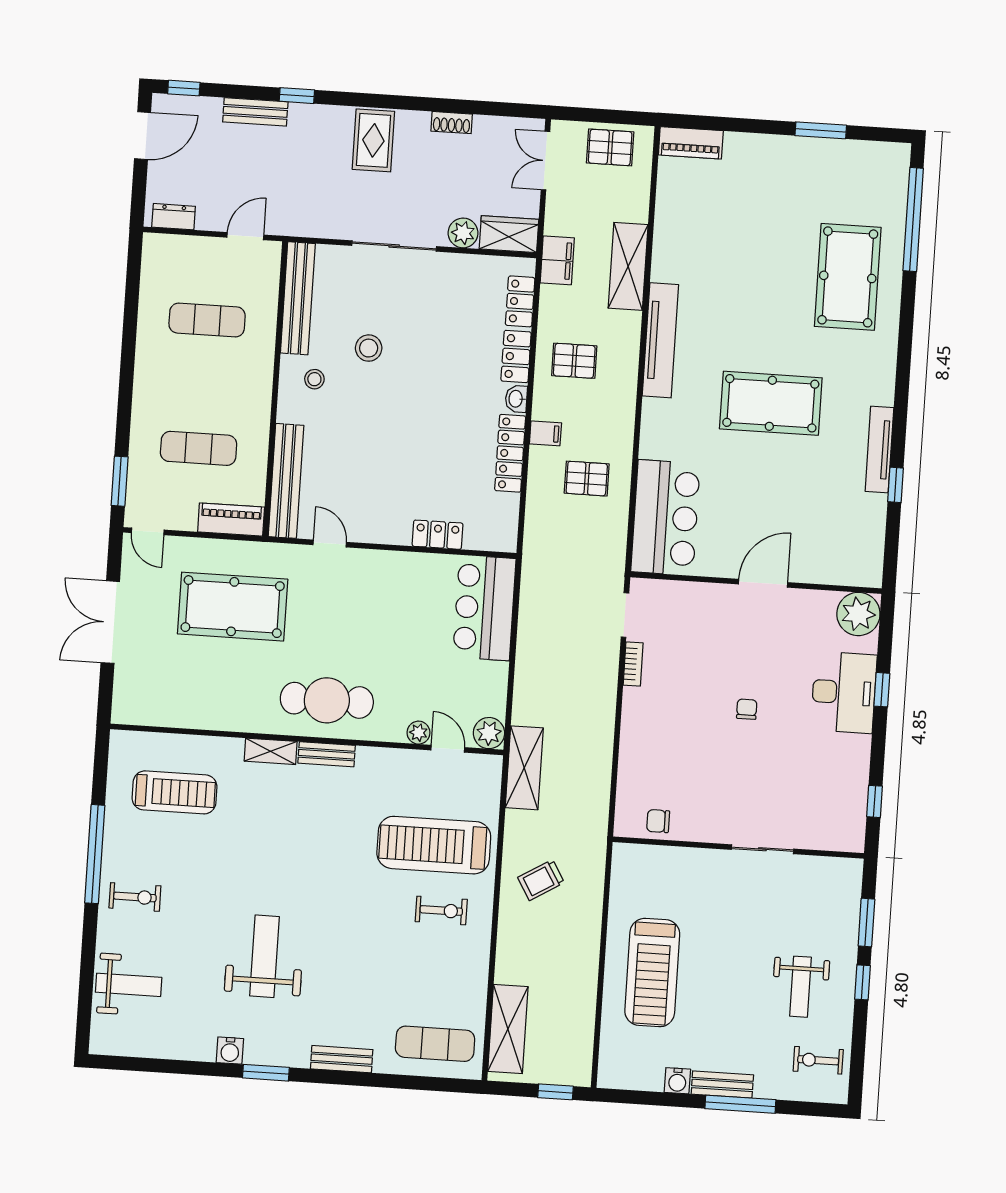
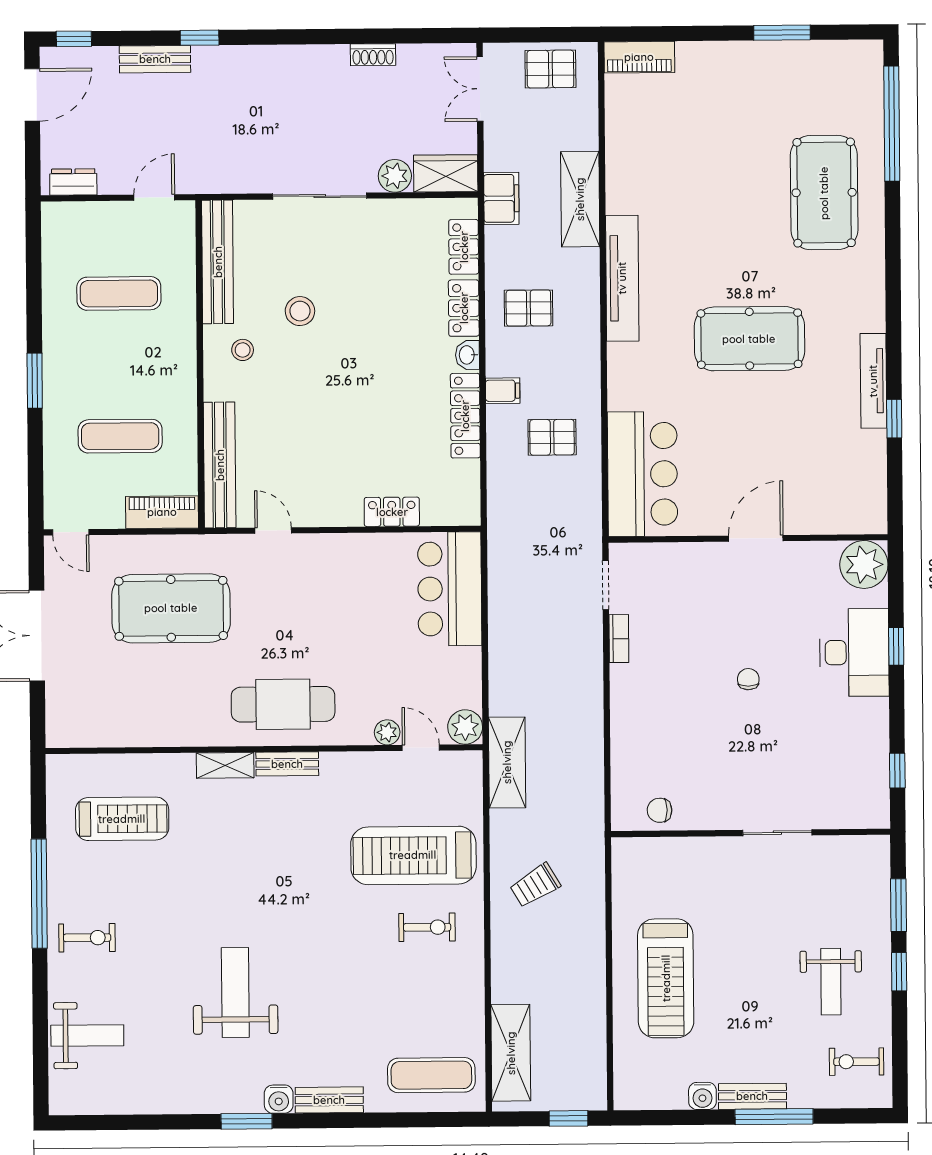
rug: (373, 140) -> (288, 81), removed
window: (120, 481) -> (35, 381), moved
water cooler: (230, 1051) -> (279, 1099), moved

